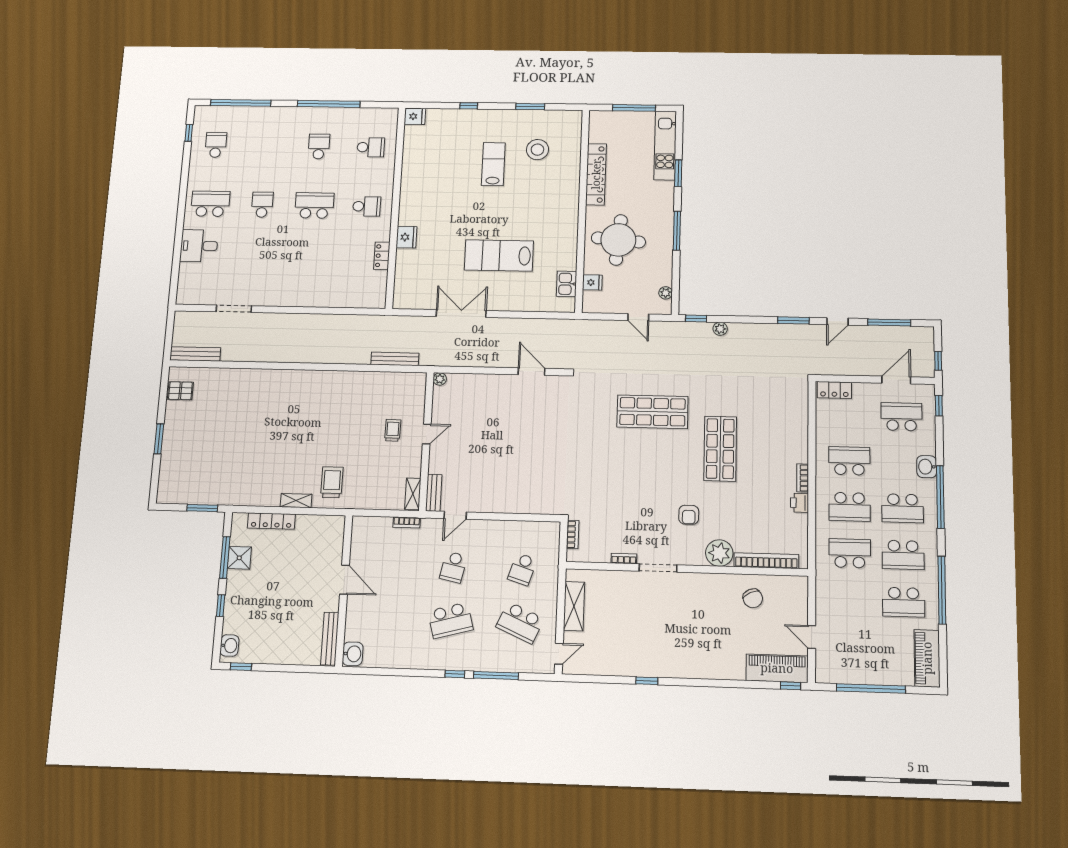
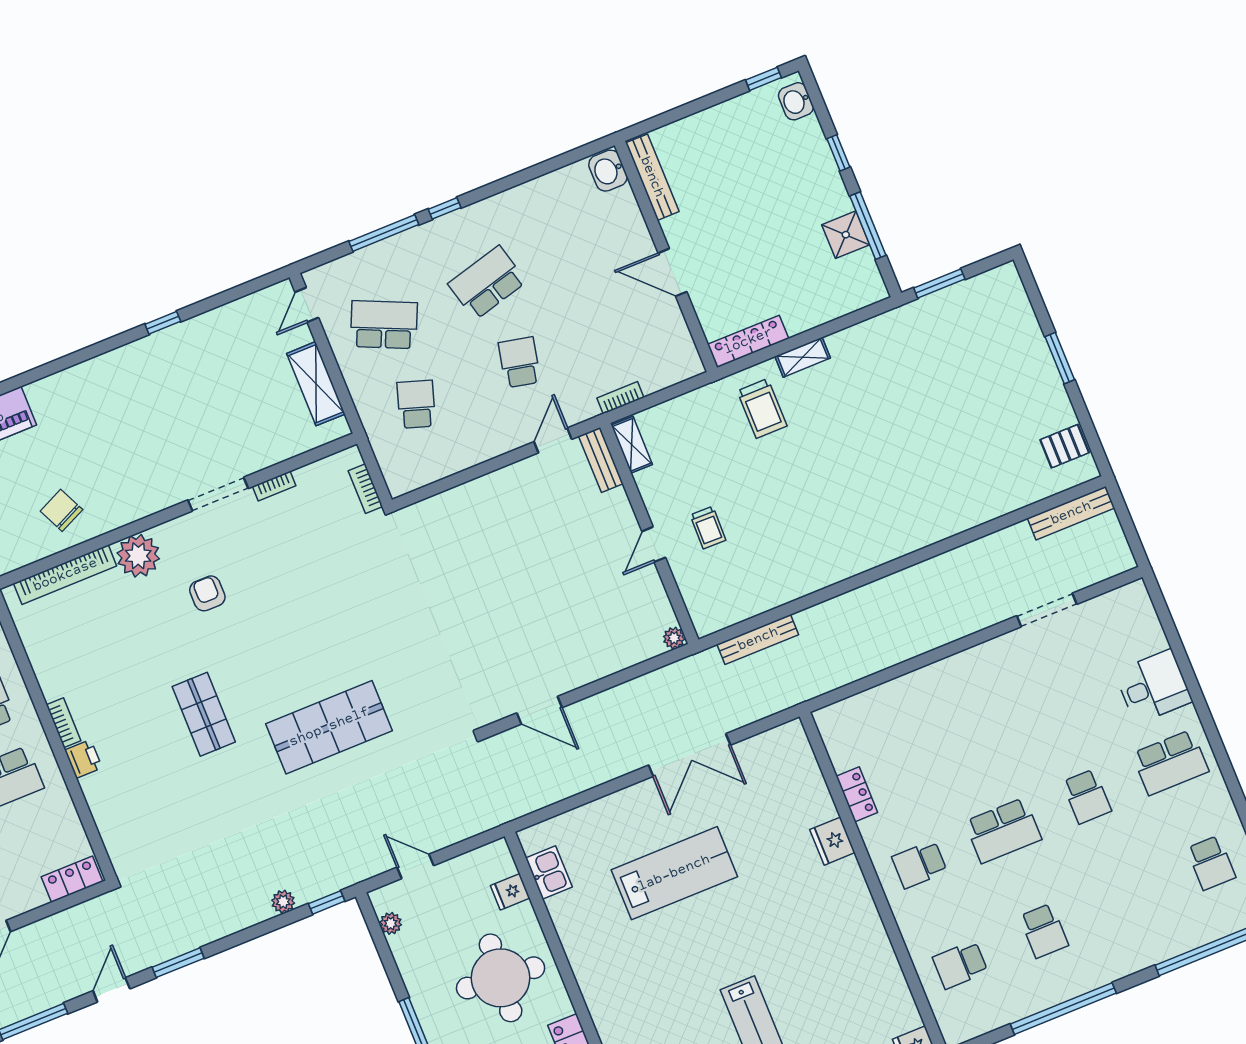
shop shelf: (720, 449) -> (204, 714), width x0.70, depth x0.74
printer: (800, 503) -> (83, 759), moved
locker: (271, 521) -> (748, 341), moved

